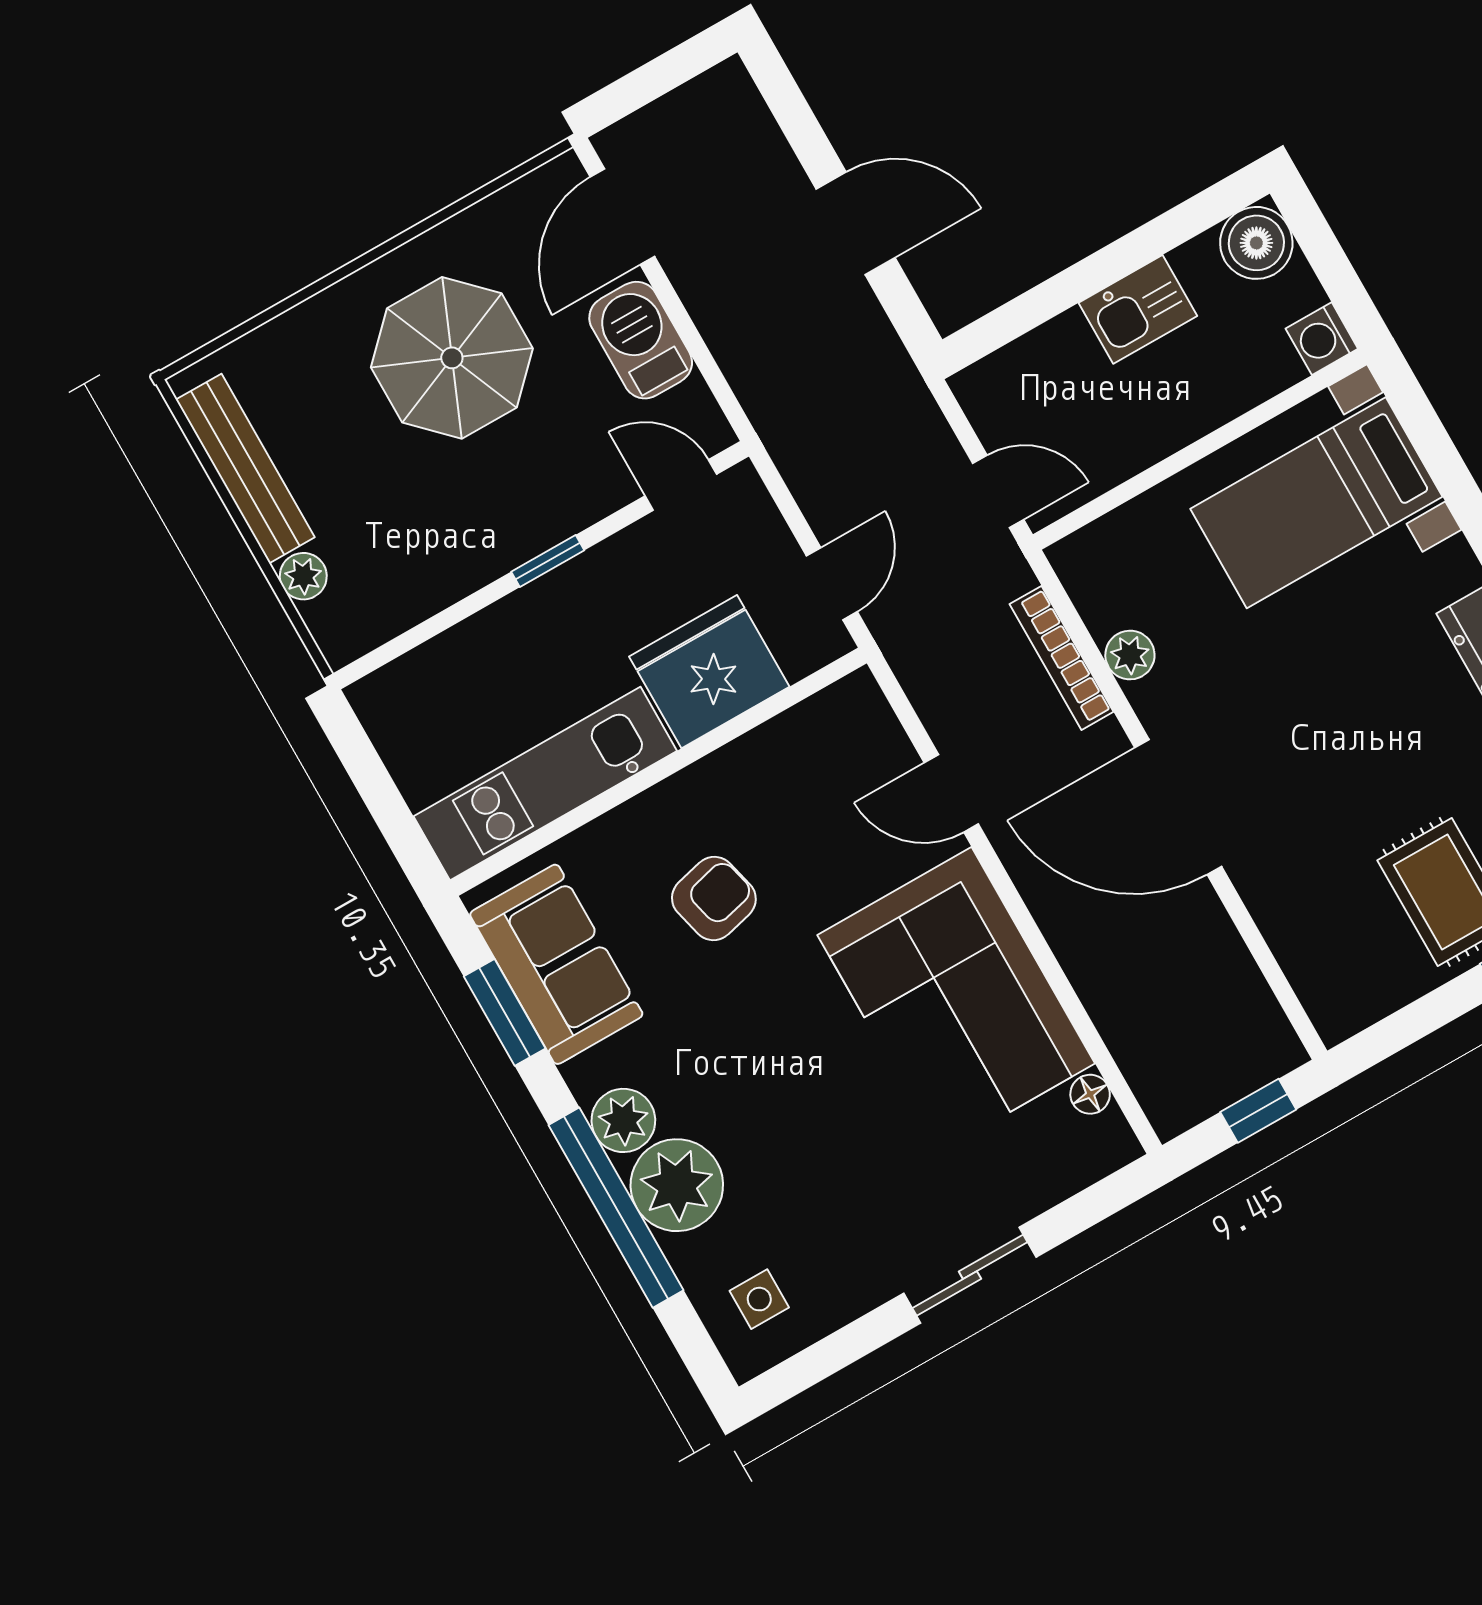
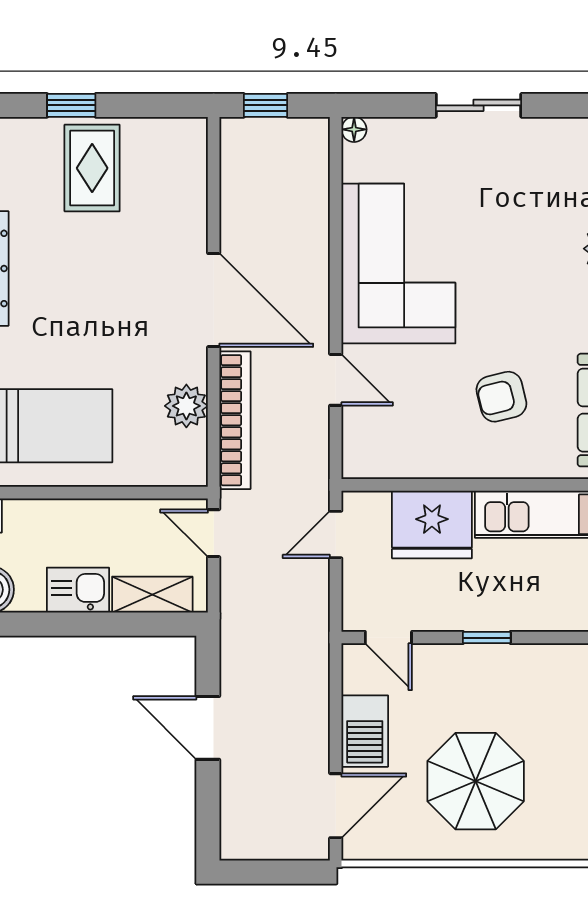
shelving: (1034, 361) -> (152, 595), added
plant: (1130, 655) -> (186, 406), width x1.38, depth x1.38
bookcase: (1062, 658) -> (235, 420), width x1.48, depth x1.31
floor lamp: (1090, 1094) -> (354, 129), moved

